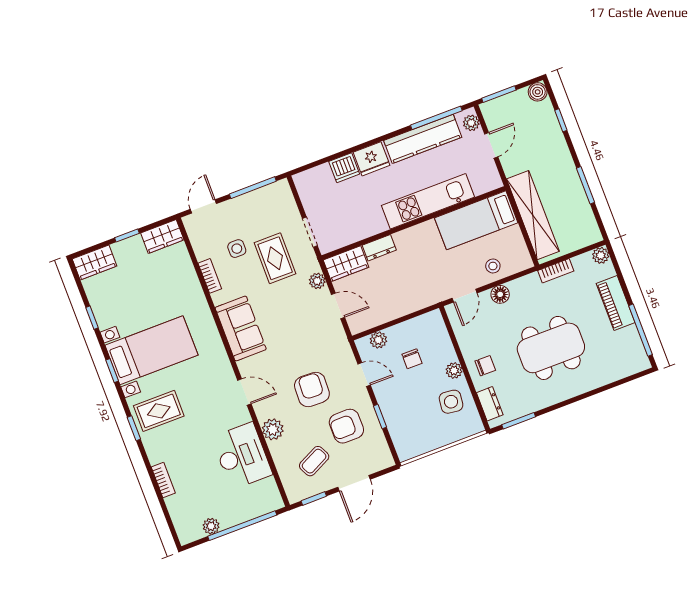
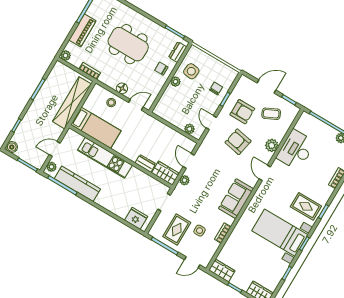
fridge: (372, 159) -> (136, 218), moved
dishwasher: (344, 168) -> (121, 210), removed
rug: (275, 258) -> (177, 230), moved
chair: (412, 359) -> (216, 89), moved
armchair: (312, 390) -> (238, 142), turned 99

